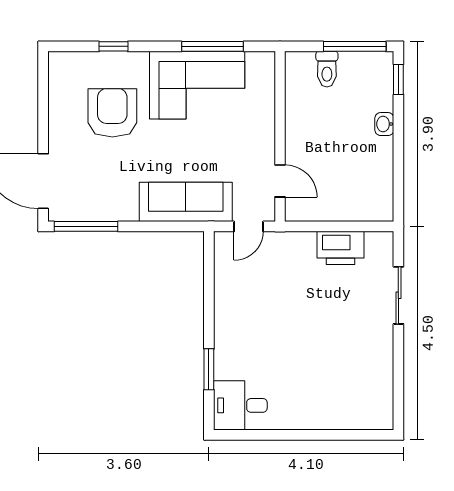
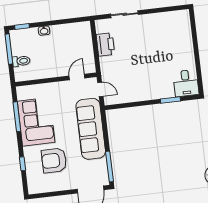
sofa: (186, 202) -> (91, 129), width x1.36, depth x1.27

